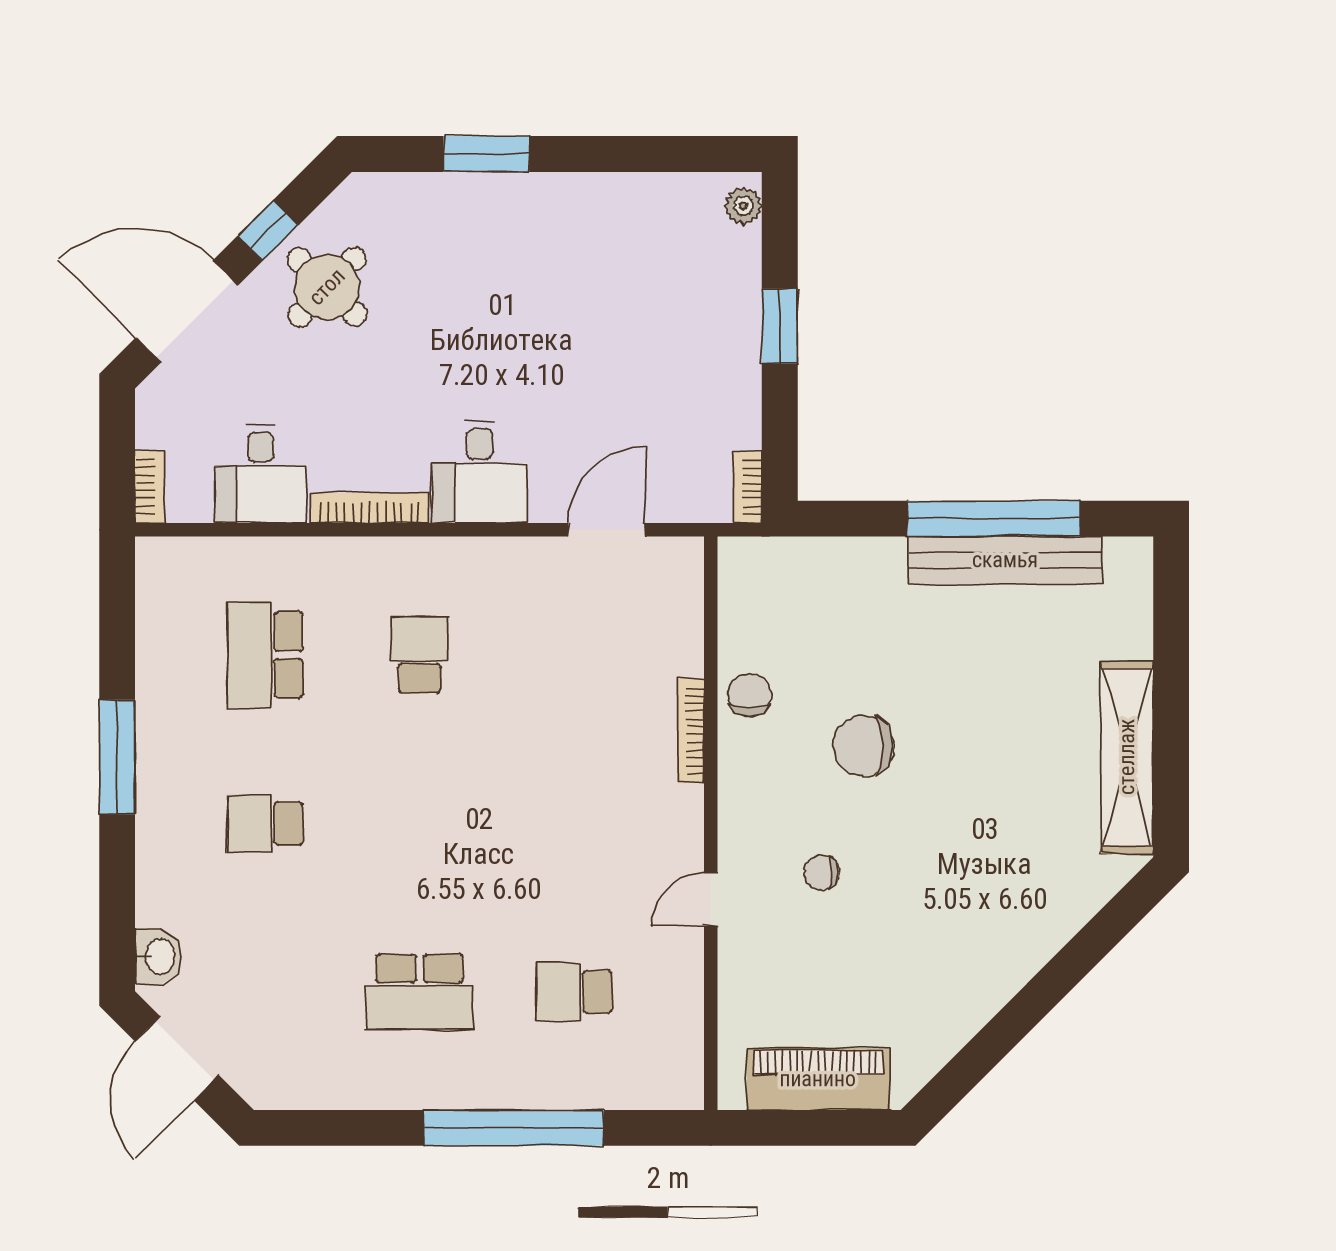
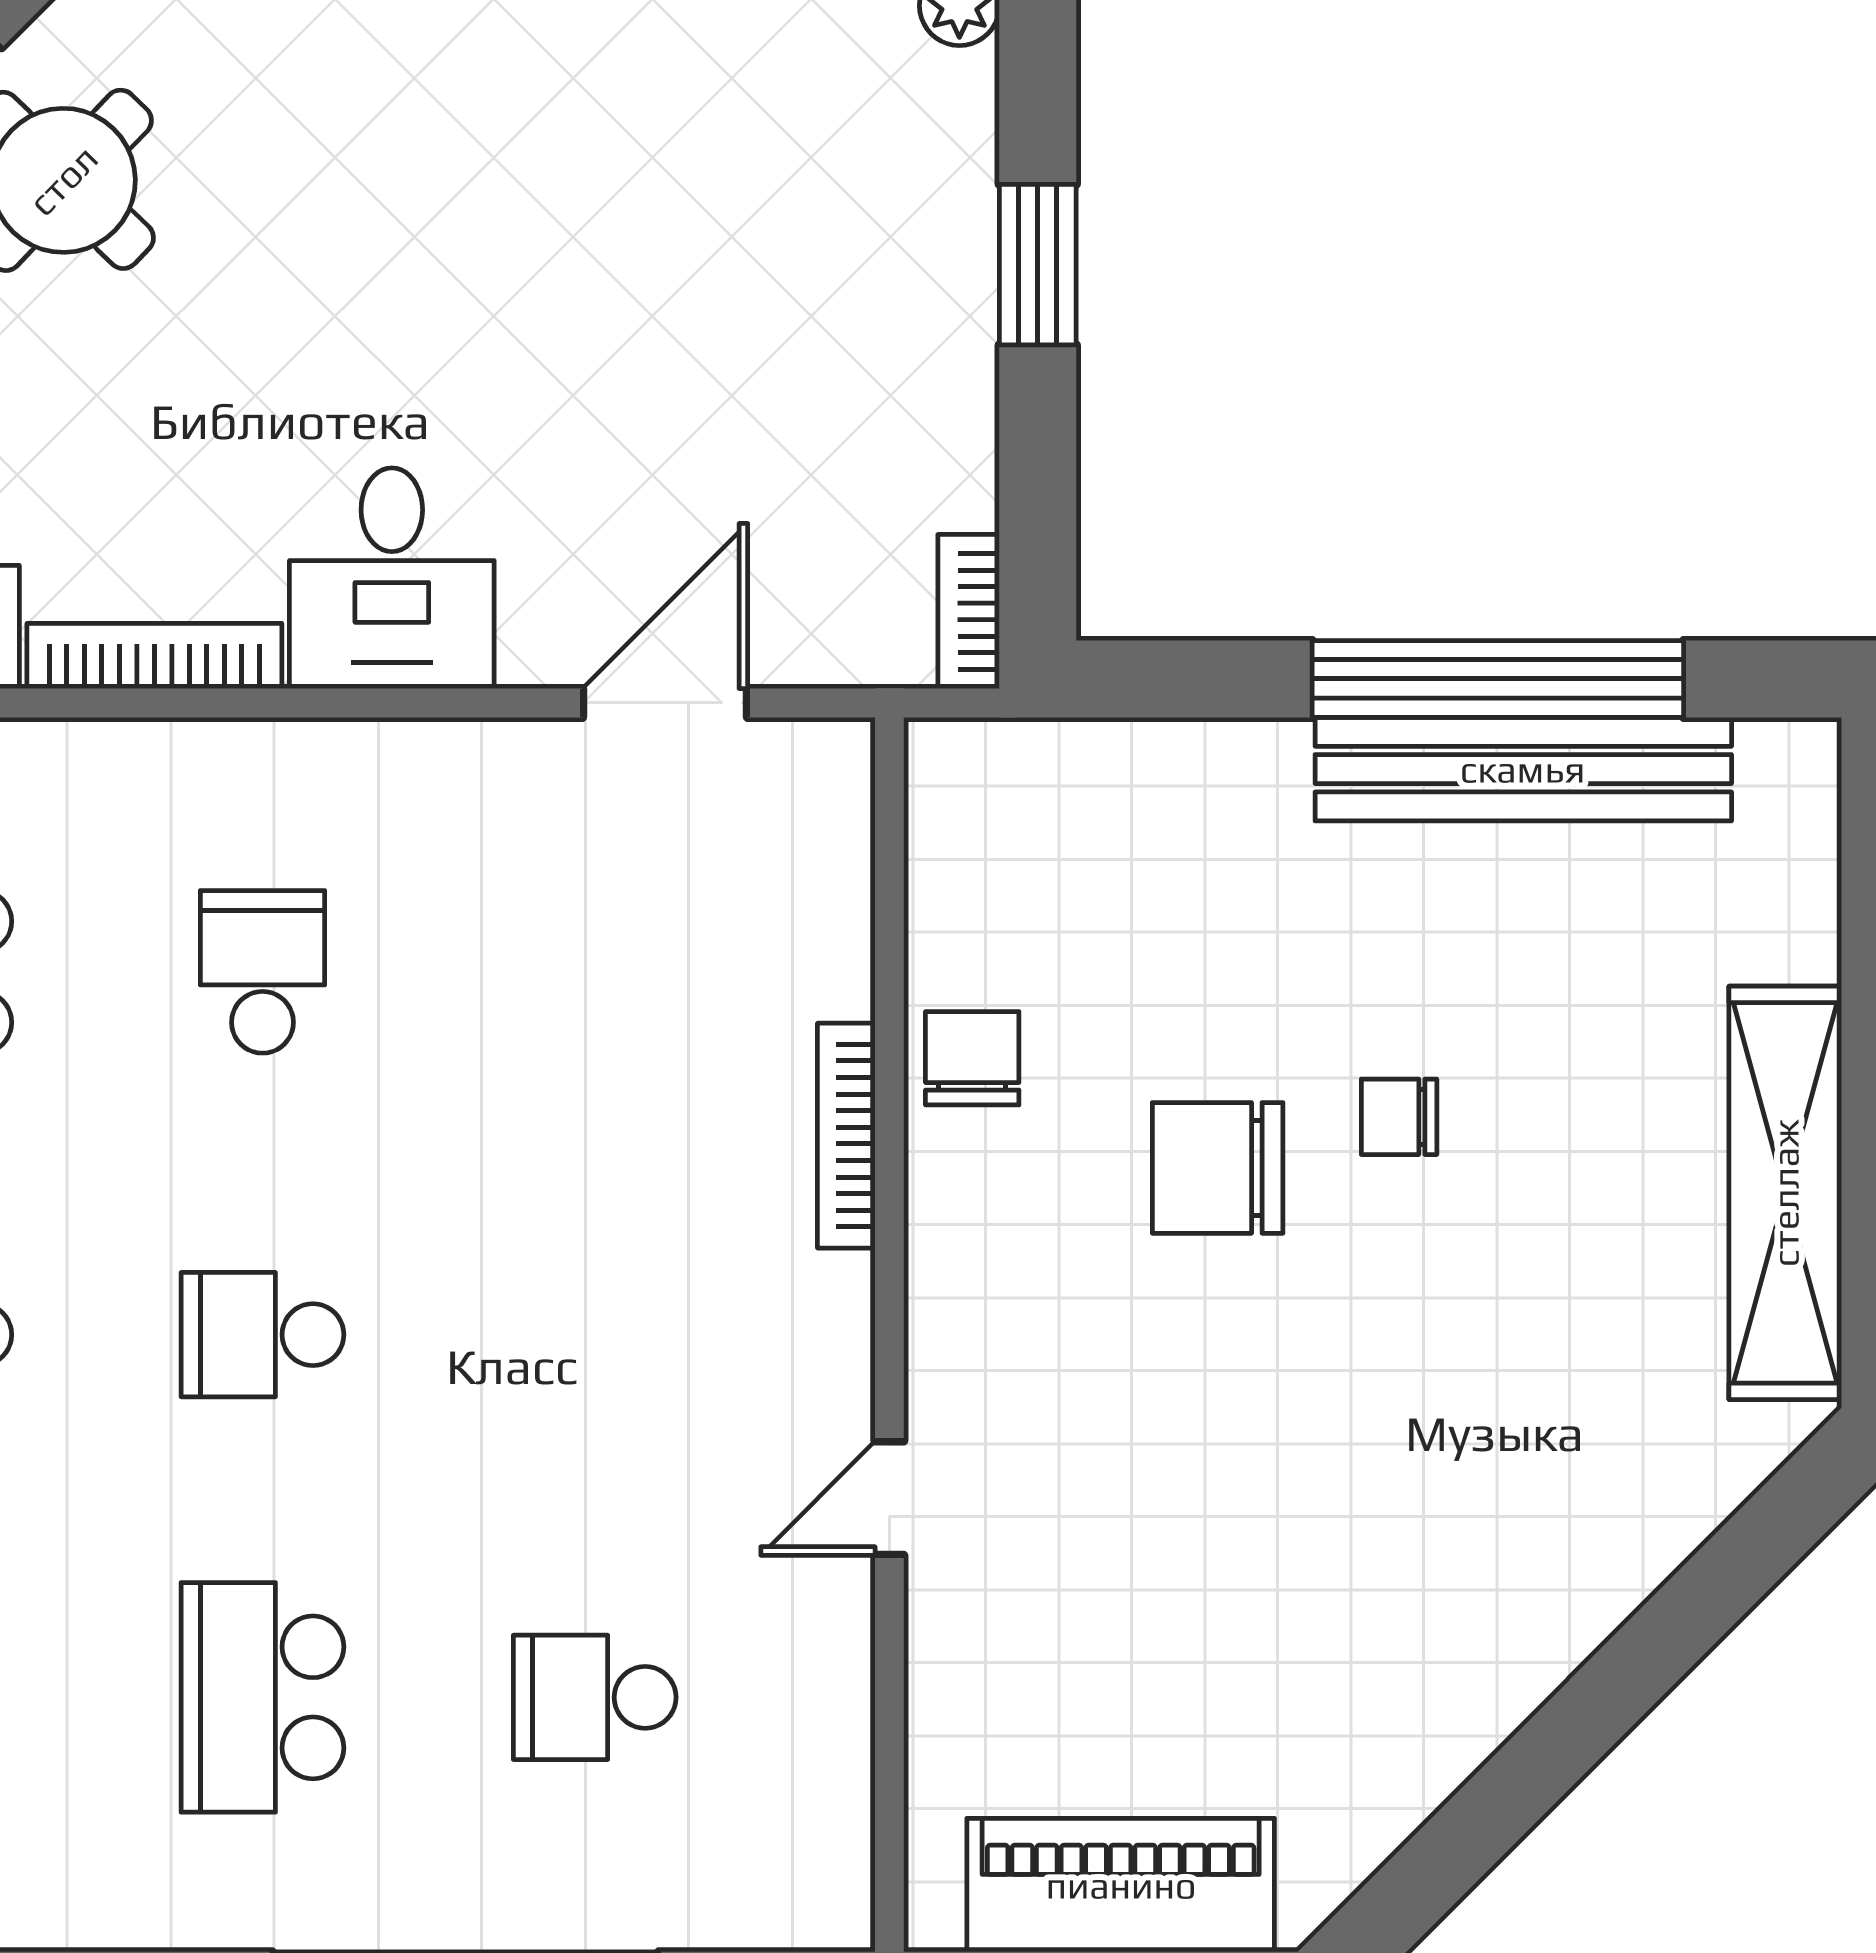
school desk: (420, 823) -> (262, 1335), added
chair: (822, 873) -> (1399, 1117), moved
school desk: (420, 992) -> (262, 1697), turned 90

